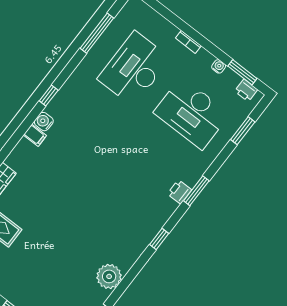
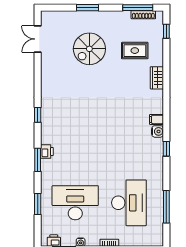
window: (243, 131) -> (38, 204), moved
spiral stairs: (49, 267) -> (89, 49), added
plant: (109, 276) -> (50, 71), removed

